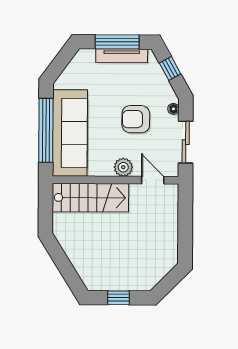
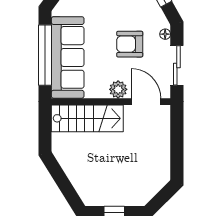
door: (153, 180) -> (146, 102), width x1.38

